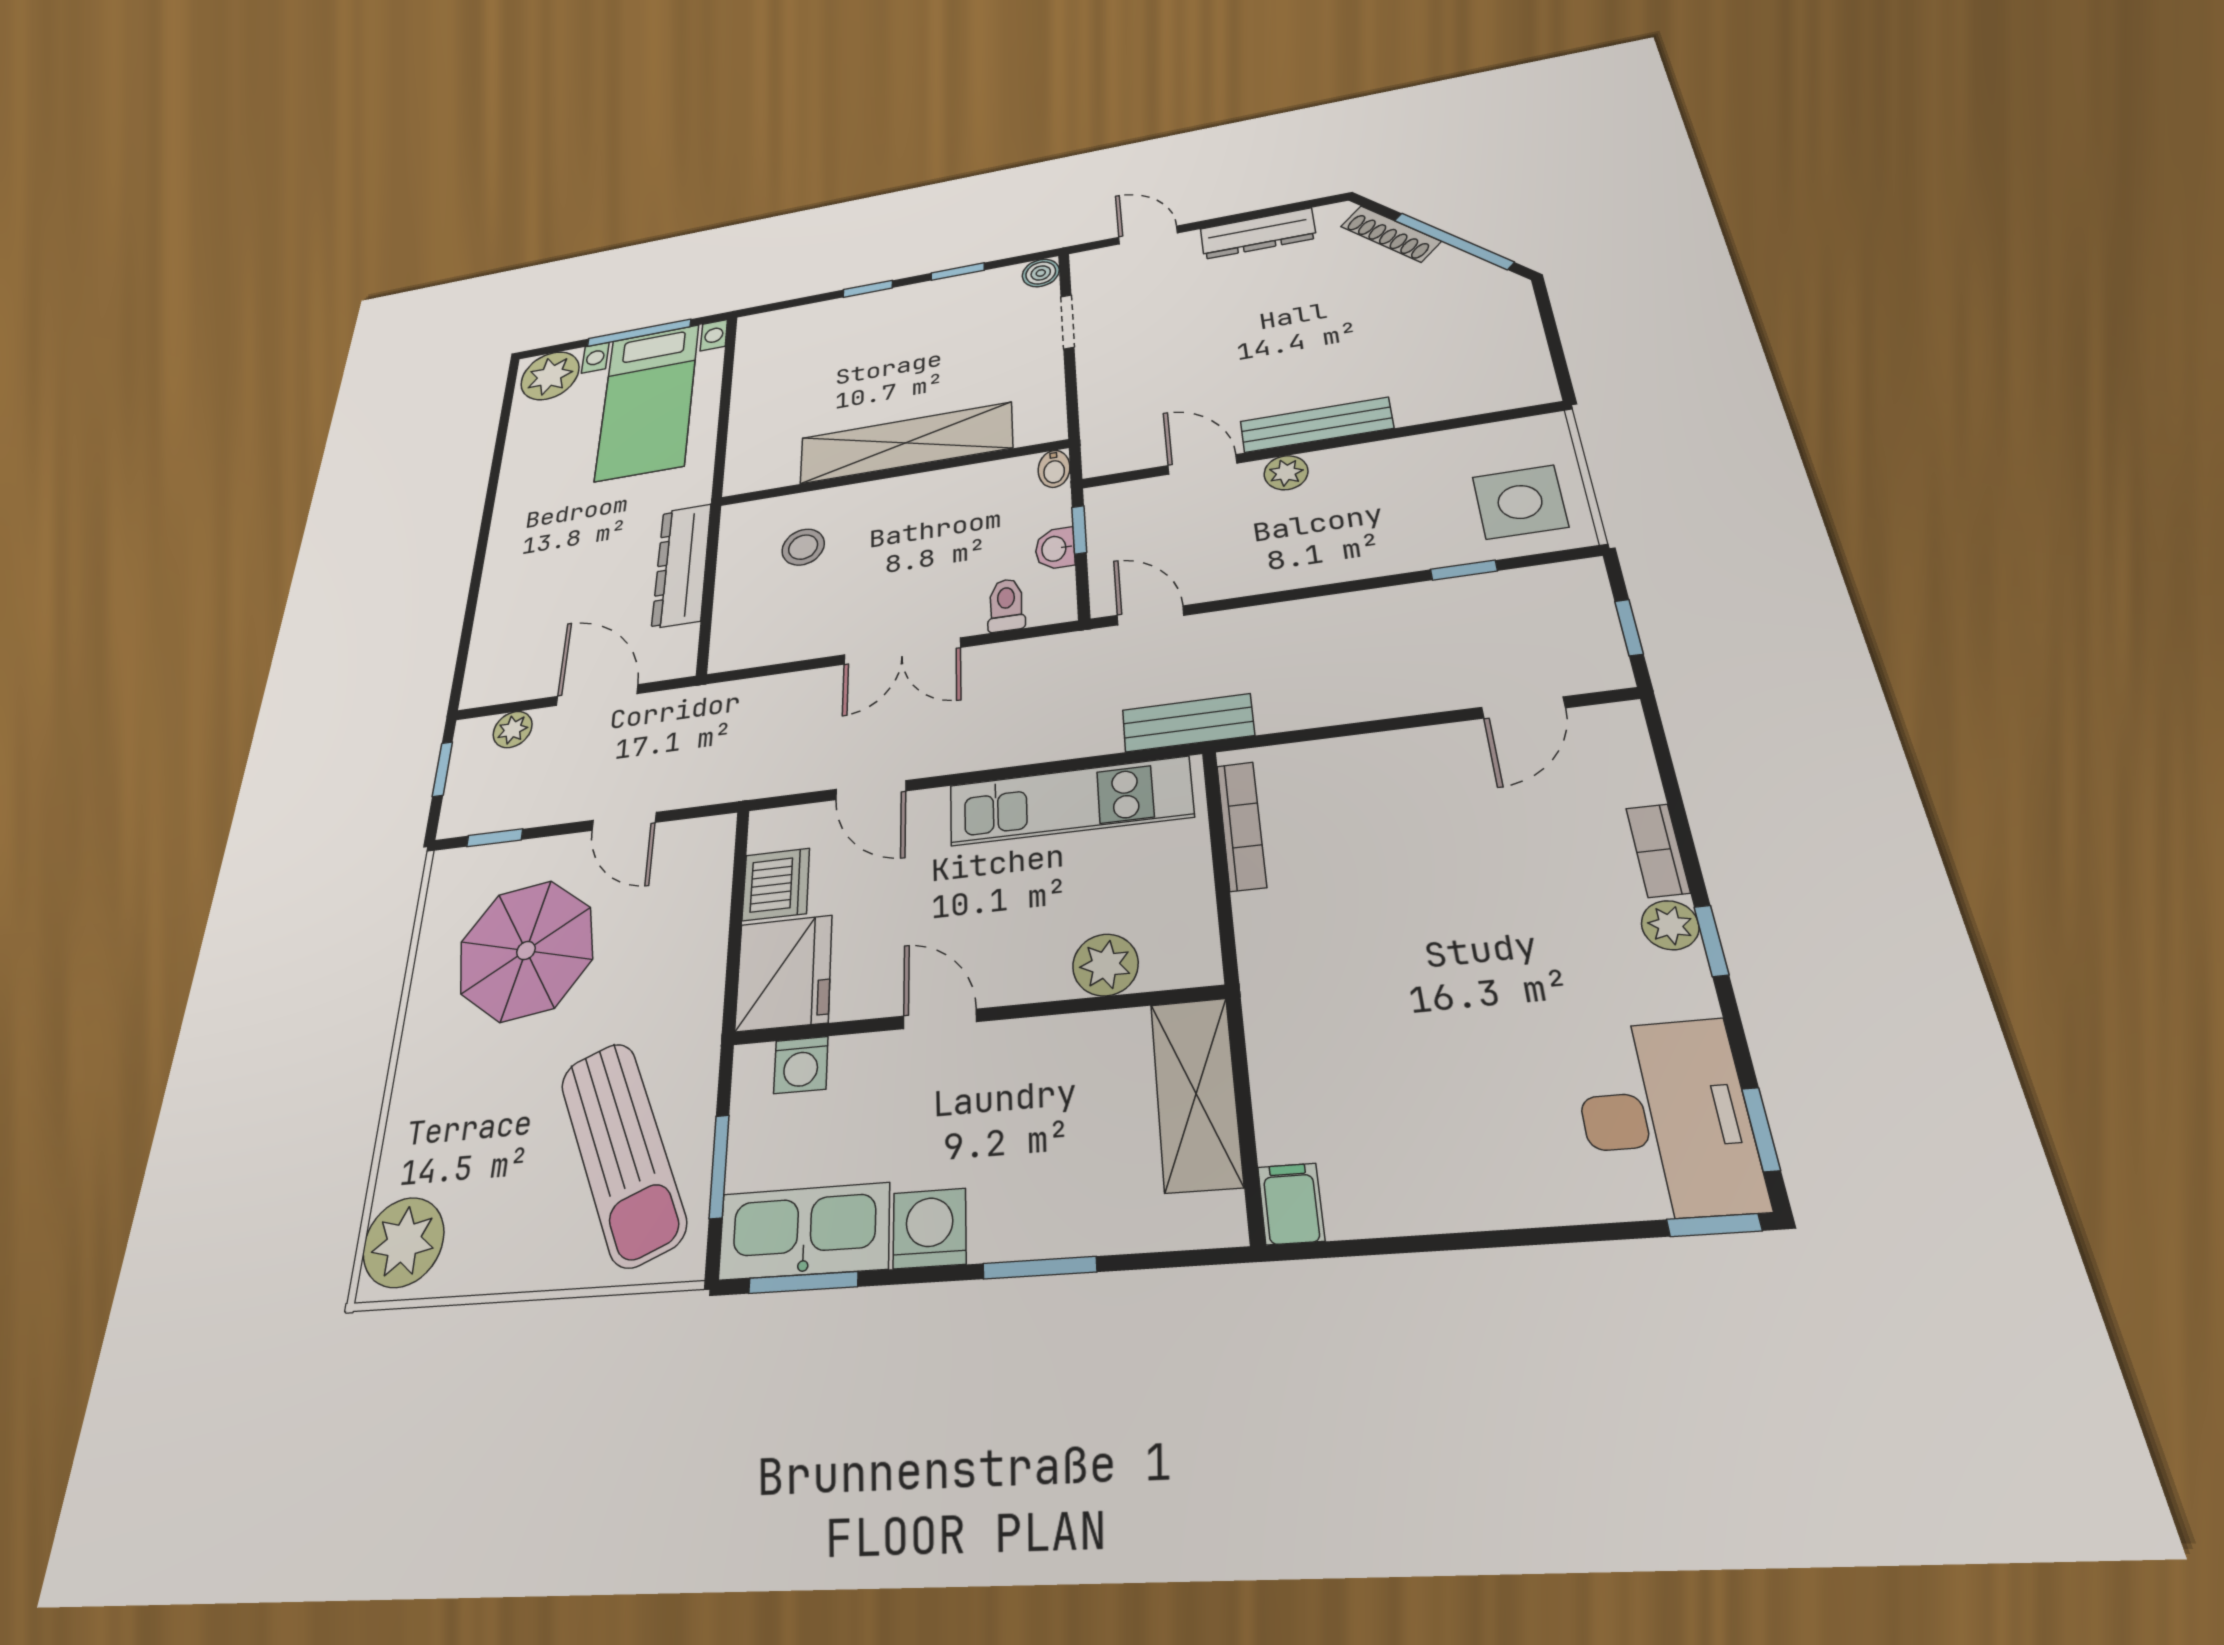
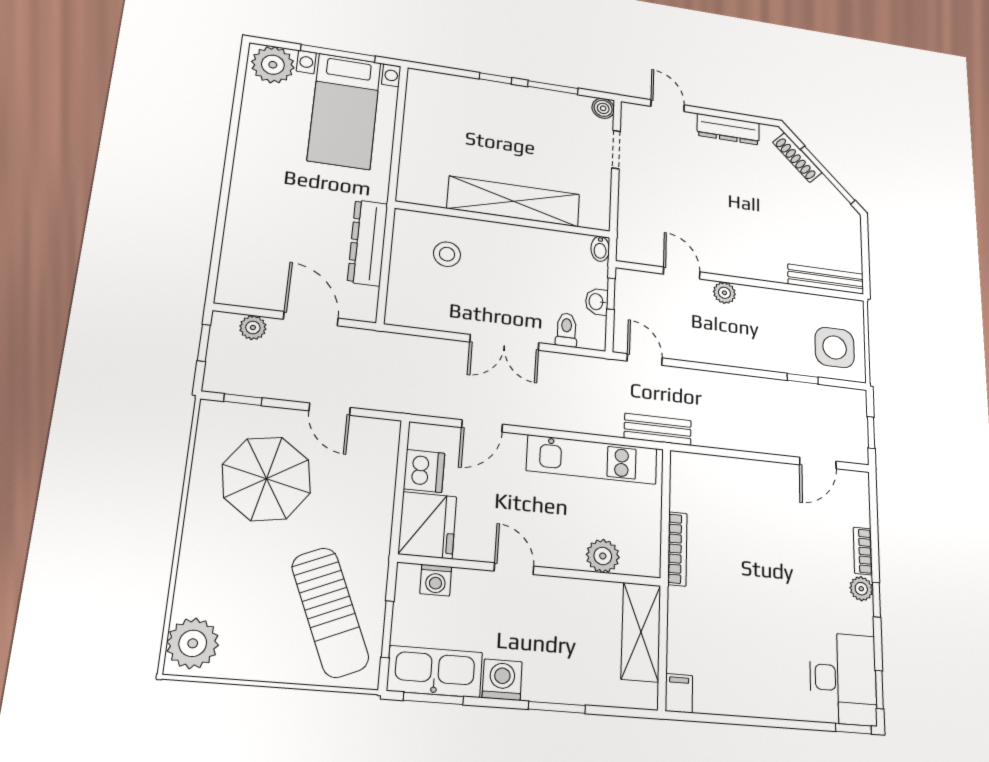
window: (958, 272) -> (553, 87), width x1.50
bench: (1316, 425) -> (826, 279), moved
door: (871, 790) -> (482, 426), hinge flipped
bookcase: (1241, 826) -> (677, 549), moved

